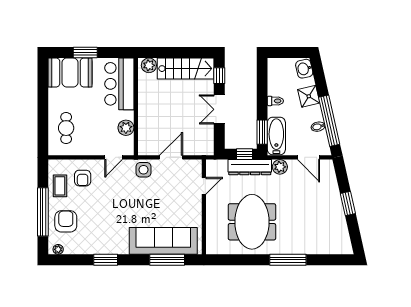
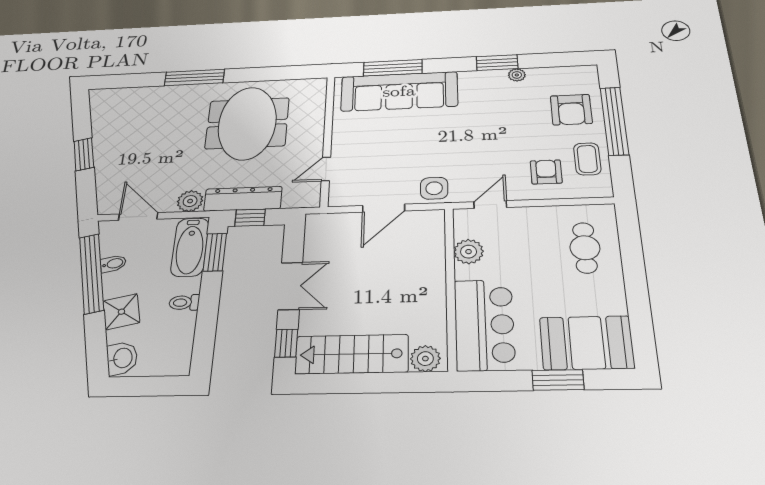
plant: (58, 249) -> (517, 75), moved

